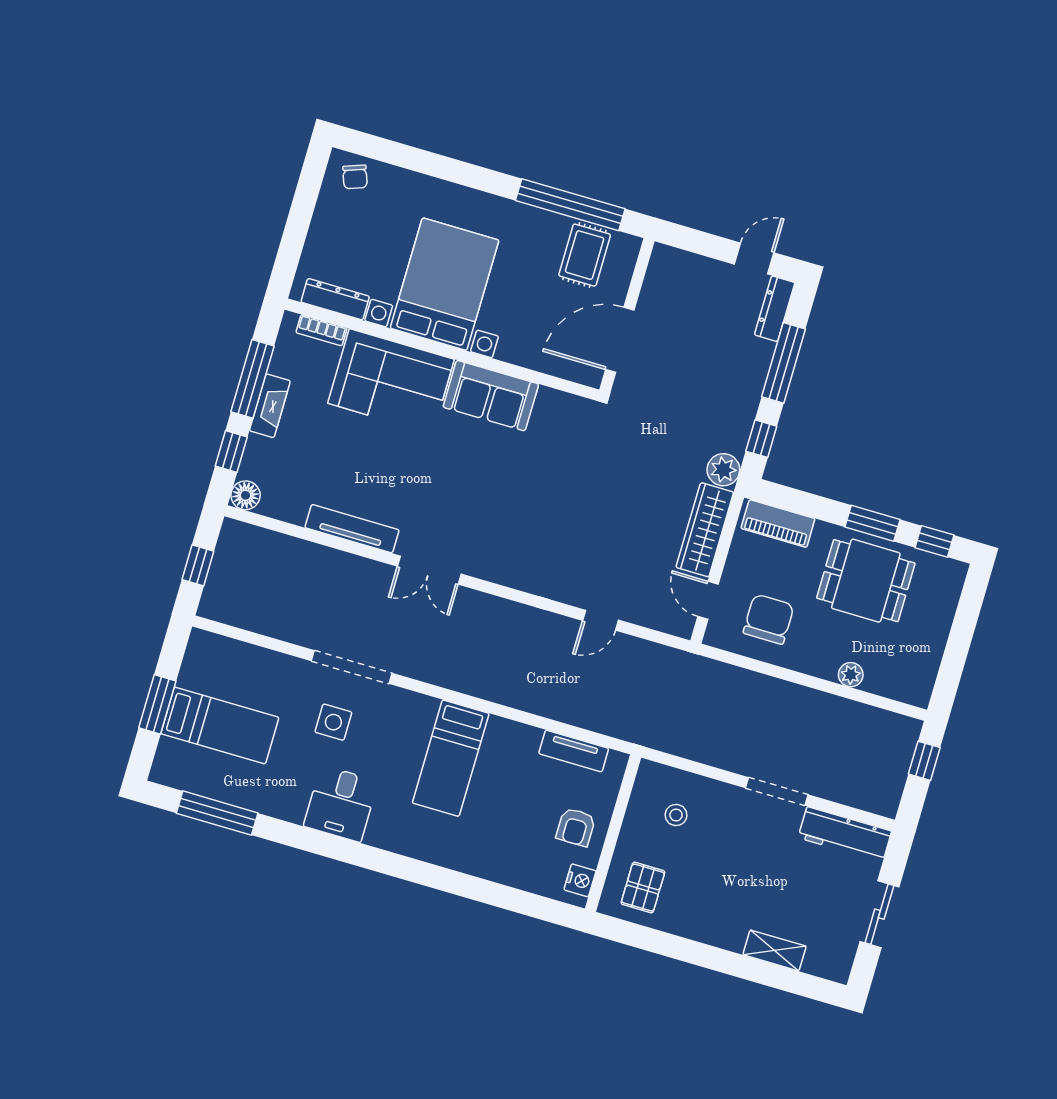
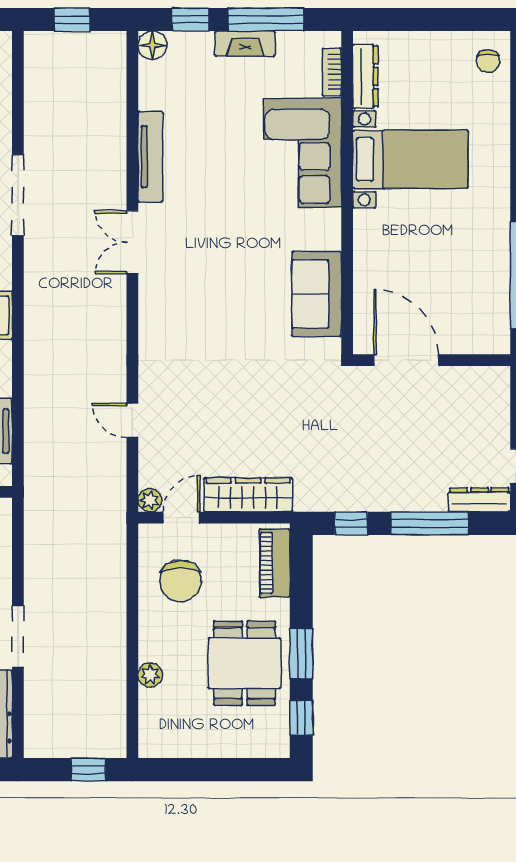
chair: (355, 177) -> (488, 61), turned -70
rug: (585, 255) -> (478, 303), removed
bed with nightstands: (445, 284) -> (410, 159), width x0.73
sofa: (491, 396) -> (317, 294), moved
plant: (723, 470) -> (150, 500), moved, width x0.73, depth x0.73
chair: (769, 619) -> (180, 581), turned 90

